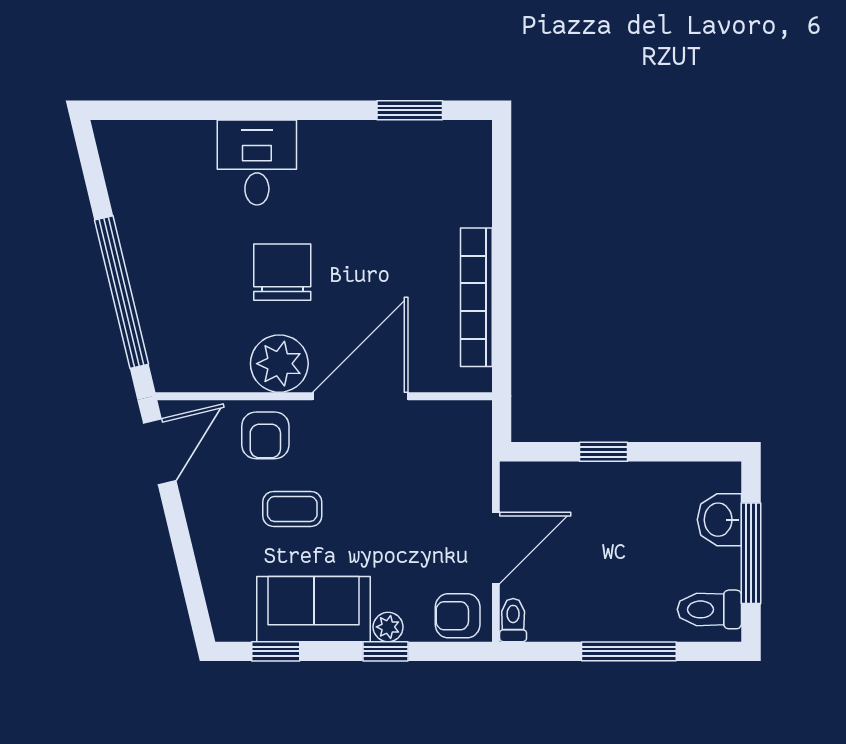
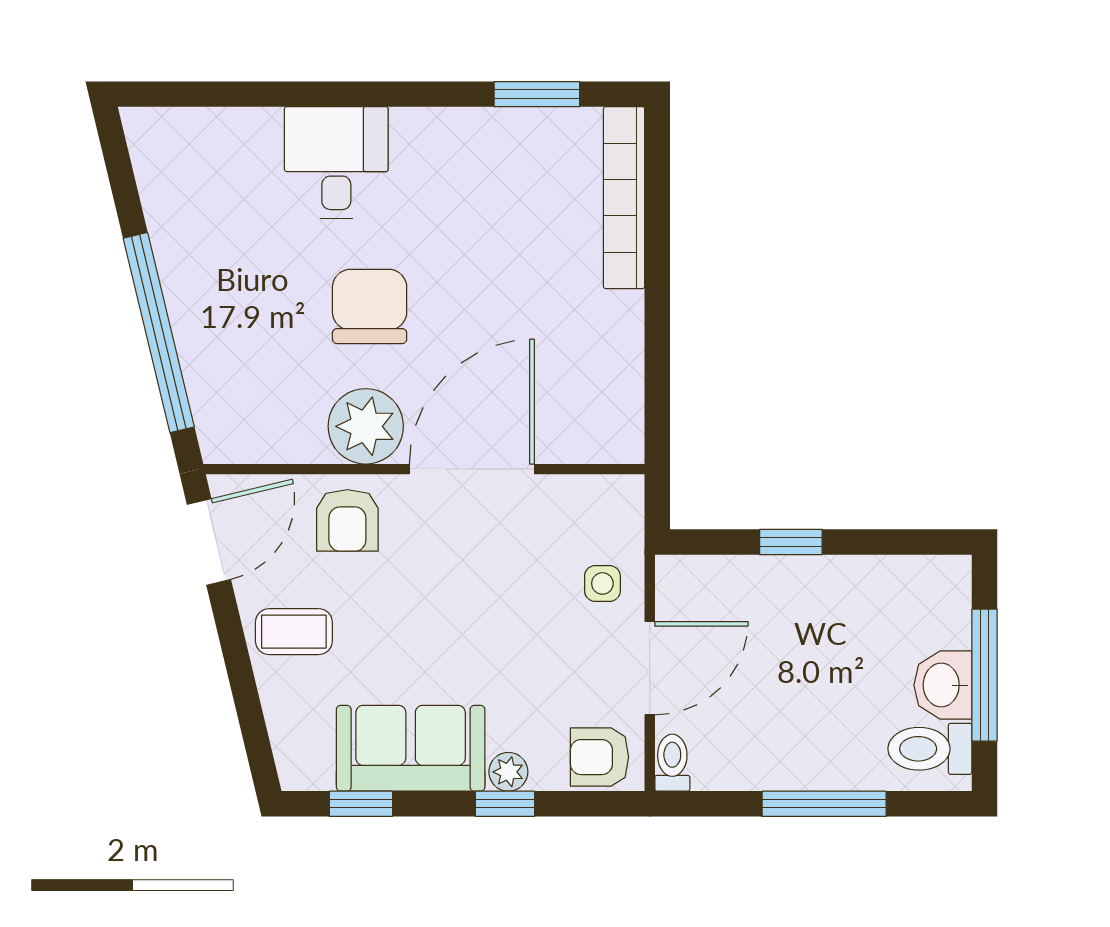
bookcase: (476, 297) -> (624, 198), moved
side table: (460, 483) -> (602, 583), added
coffee table: (292, 509) -> (294, 632), moved
washbasin: (719, 520) -> (943, 685), moved

